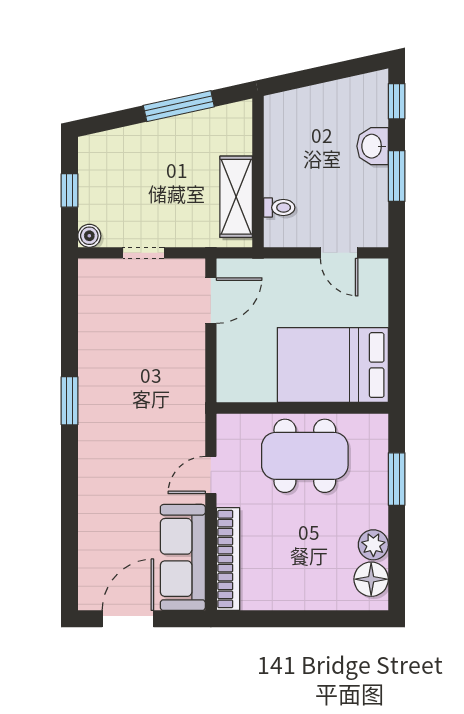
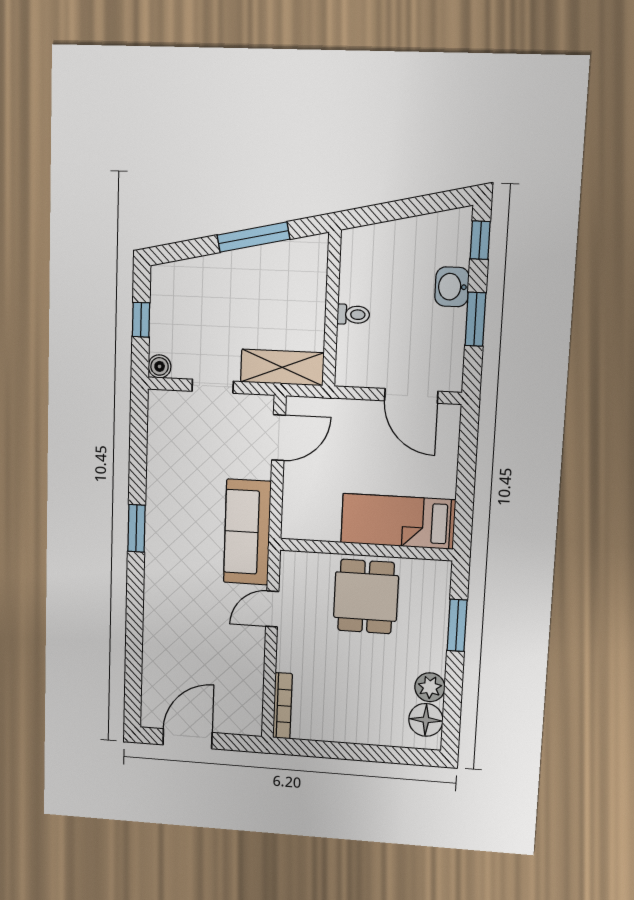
shelving: (236, 197) -> (282, 367), moved, turned 90
toilet: (279, 208) -> (353, 314), moved
door: (339, 253) -> (411, 396), width x1.38
bed: (333, 365) -> (398, 521), width x0.67
dining table: (305, 456) -> (366, 597), width x0.73
sofa: (183, 557) -> (247, 532), moved
bookcase: (228, 559) -> (283, 706), width x0.68, depth x0.76

